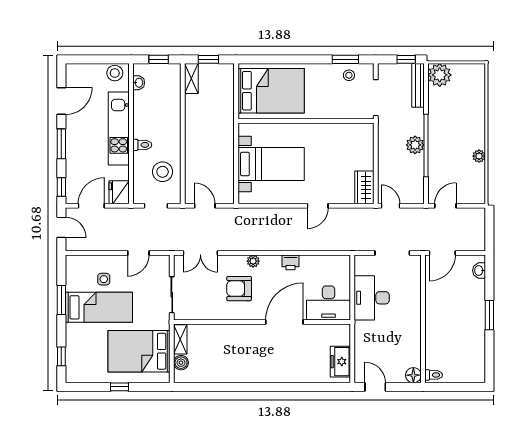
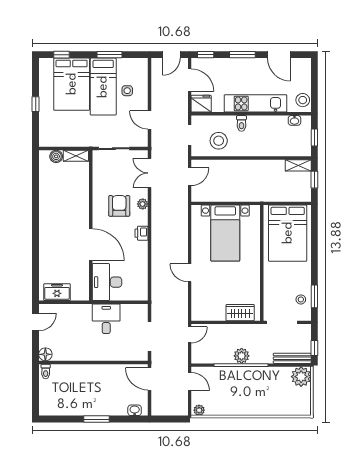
plant: (479, 156) -> (199, 410), moved
wardrobe: (364, 187) -> (240, 313), moved
plant: (253, 261) -> (143, 204), moved
printer: (291, 262) -> (141, 233), moved
desk: (372, 298) -> (106, 319), width x0.73
bed: (139, 351) -> (72, 84), moved, turned 180

